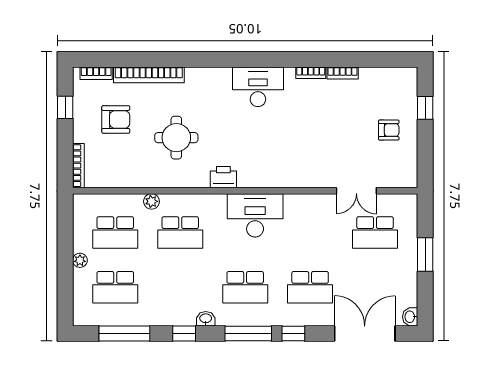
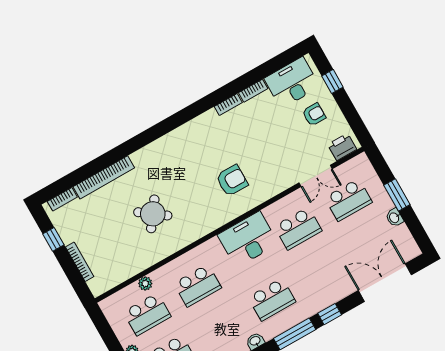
desk: (258, 87) -> (292, 83), moved
armchair: (116, 119) -> (232, 180), moved
round table: (176, 138) -> (153, 214), turned 36
bookcase: (78, 166) -> (80, 262), moved
printer: (223, 177) -> (342, 147), moved
plant: (152, 201) -> (145, 283), moved
school desk: (310, 287) -> (298, 228), moved
washbasin: (410, 317) -> (394, 218), moved

